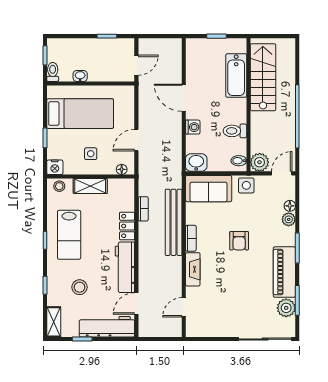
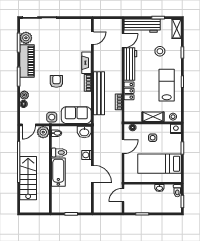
bathtub: (236, 76) -> (58, 172), moved
stairs: (263, 77) -> (28, 178), moved, turned 180

